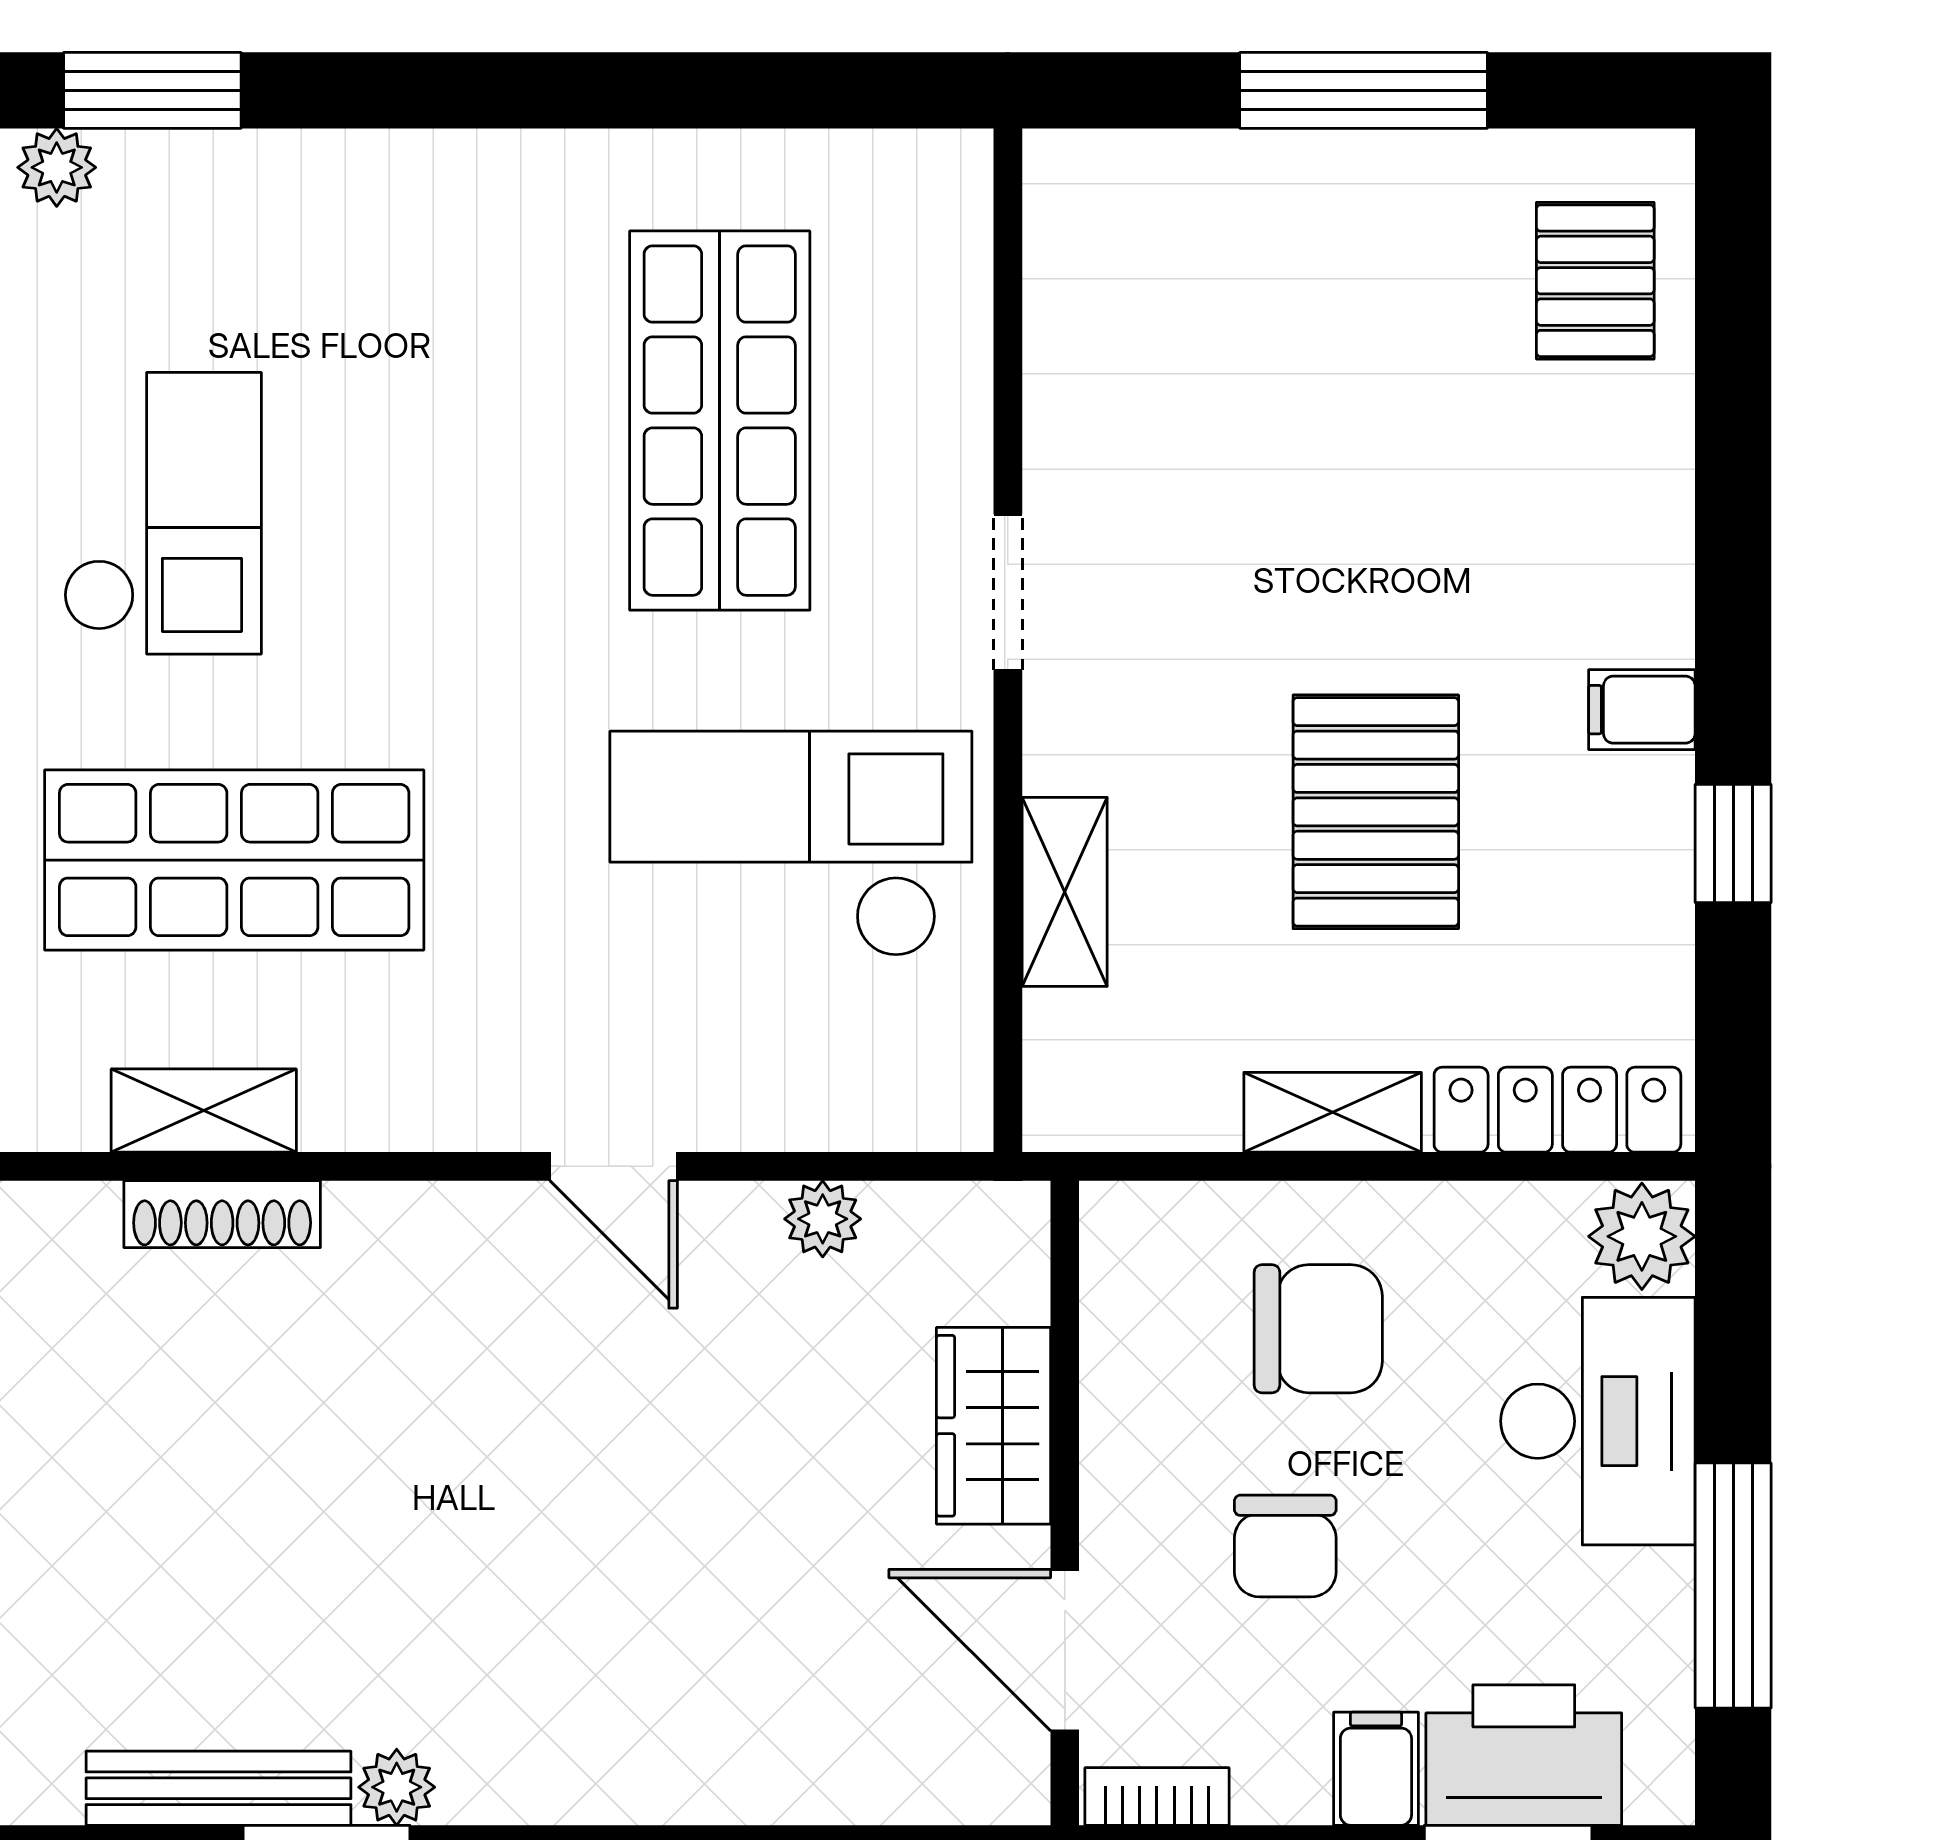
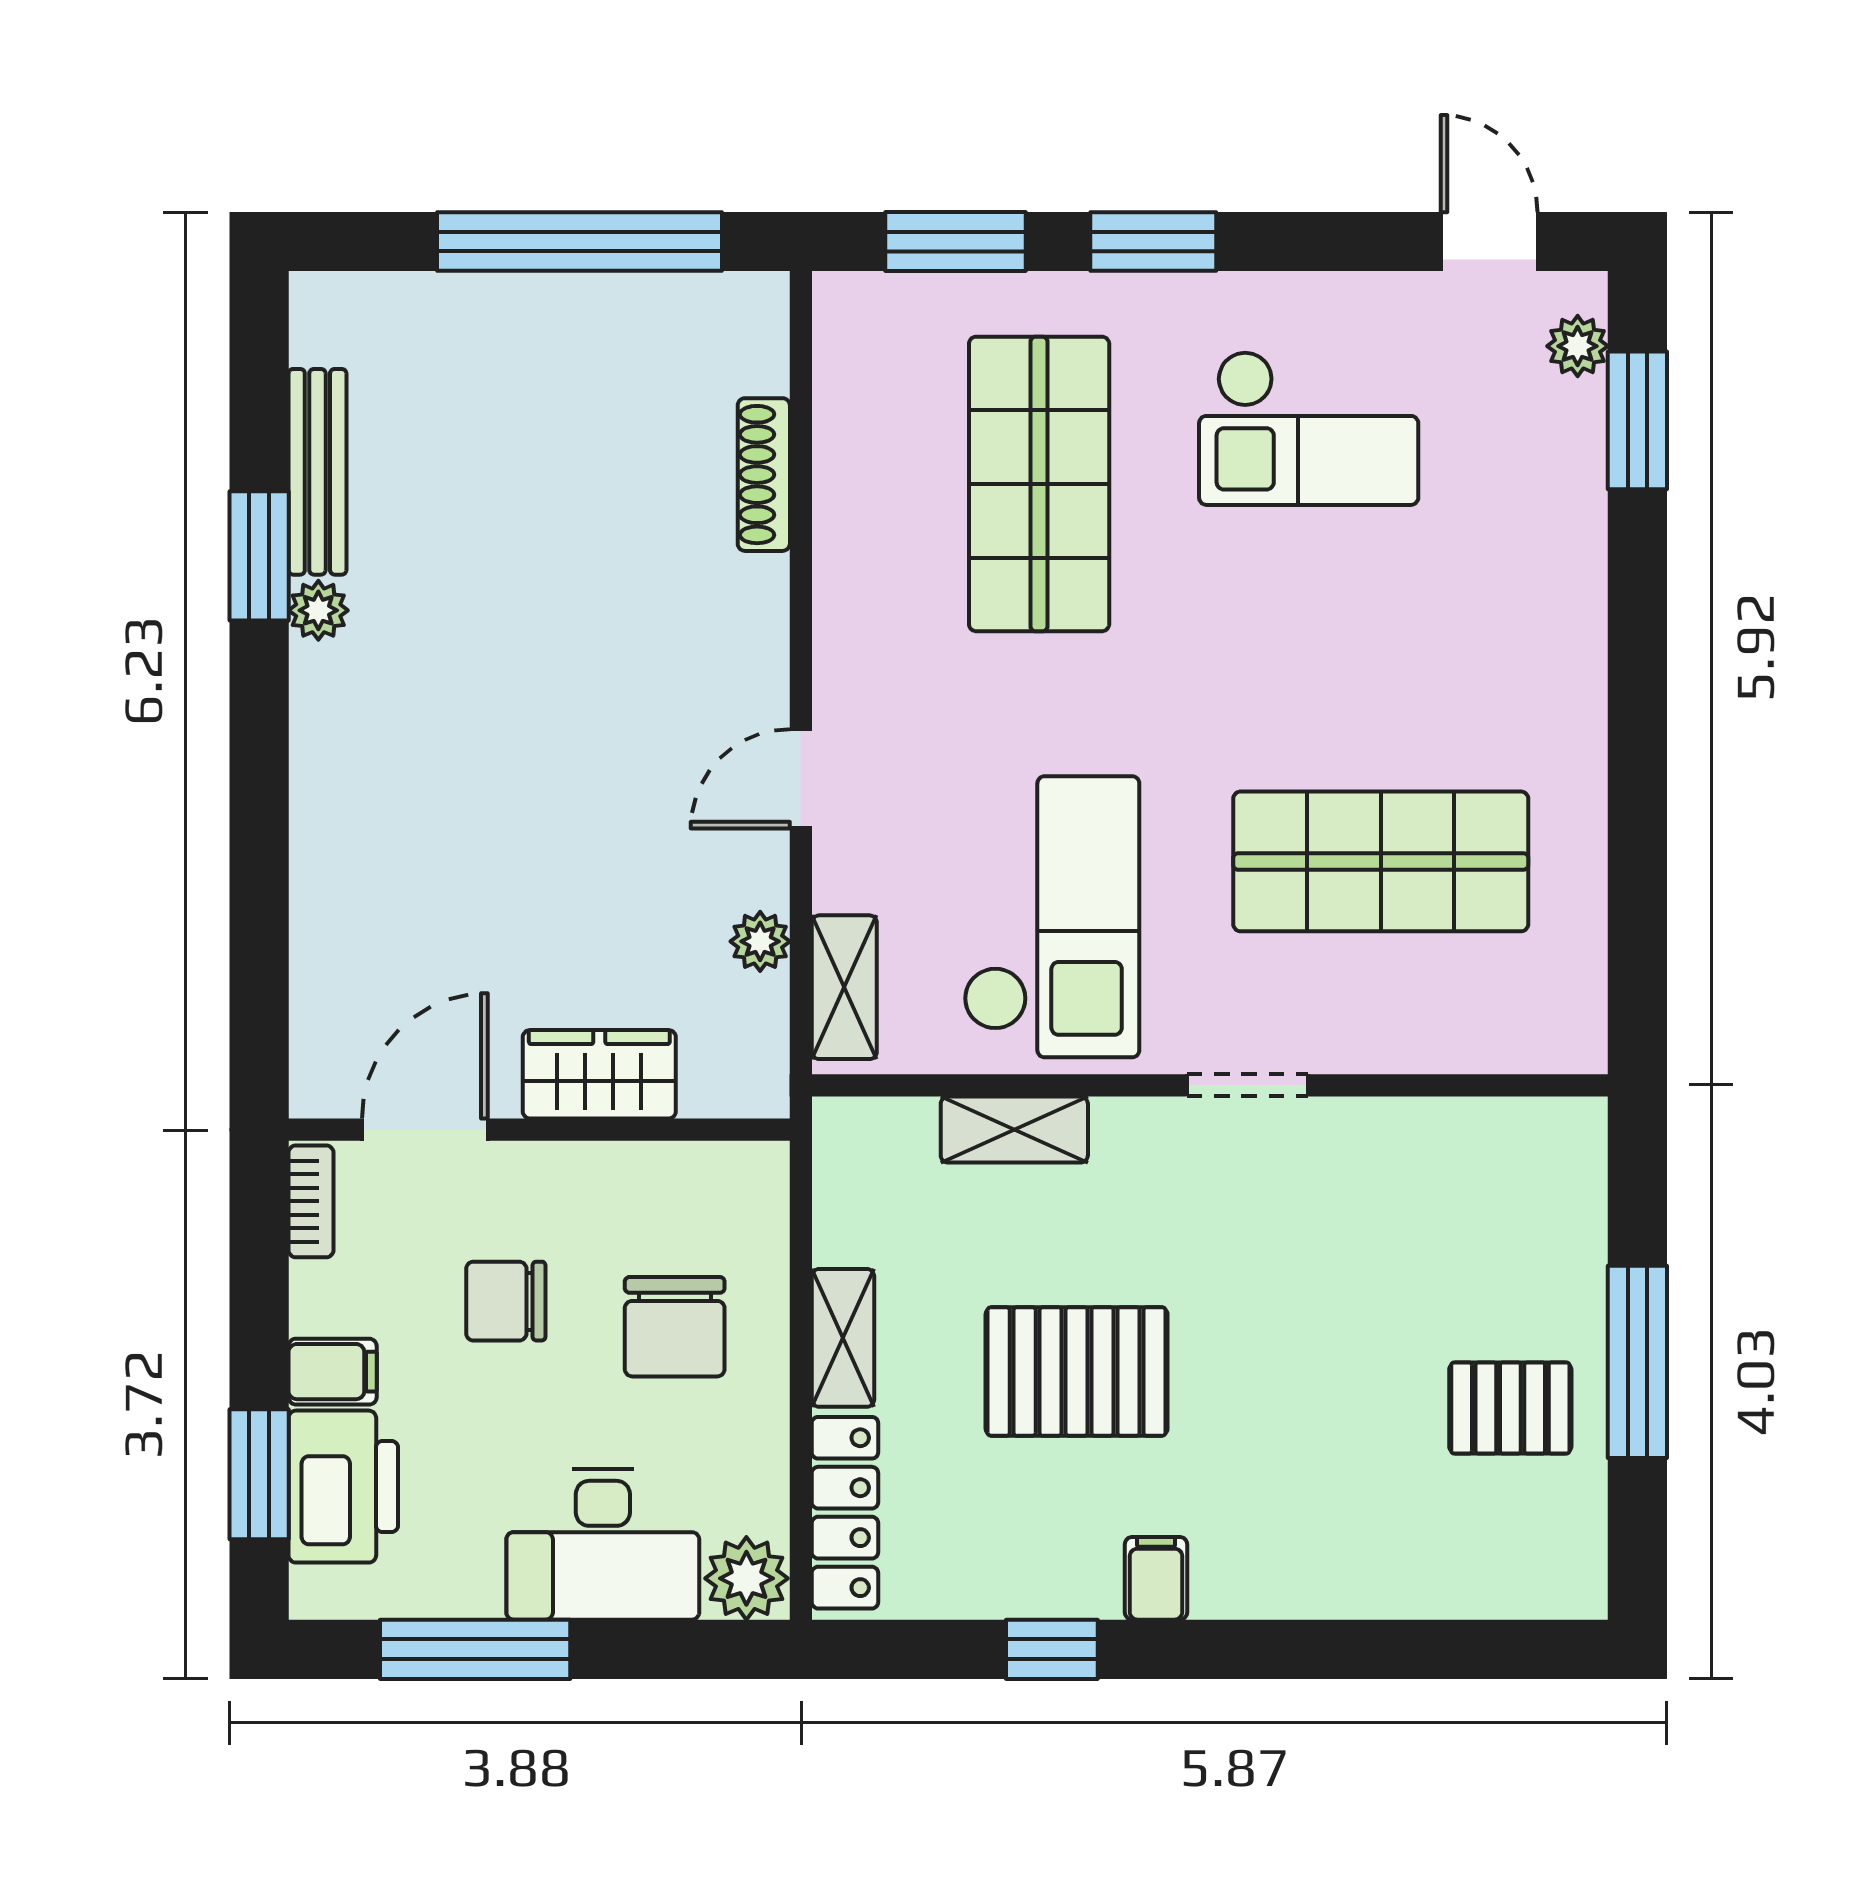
pallet: (1595, 281) -> (1510, 1408), moved
shelving: (204, 1111) -> (844, 987), moved

